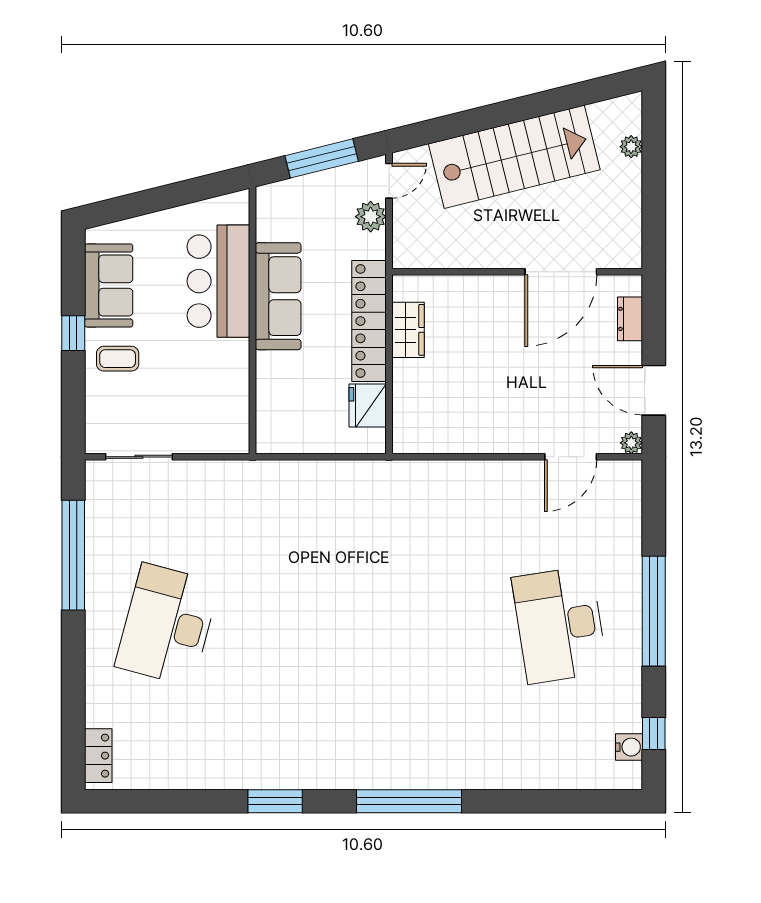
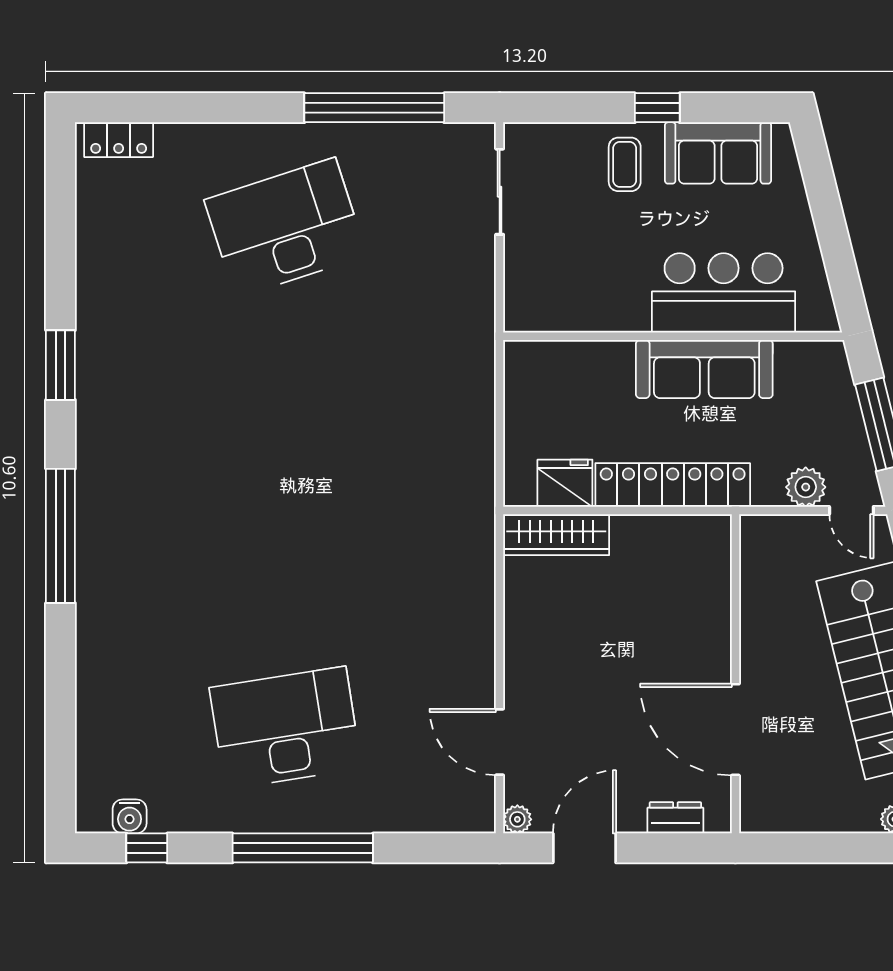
wardrobe: (408, 330) -> (556, 535), moved, width x1.50
desk: (167, 625) -> (285, 228), turned -33

